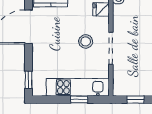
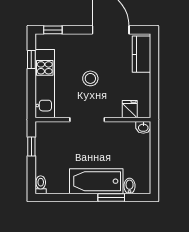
stool: (86, 41) -> (90, 78), moved
window: (79, 100) -> (31, 60), moved

